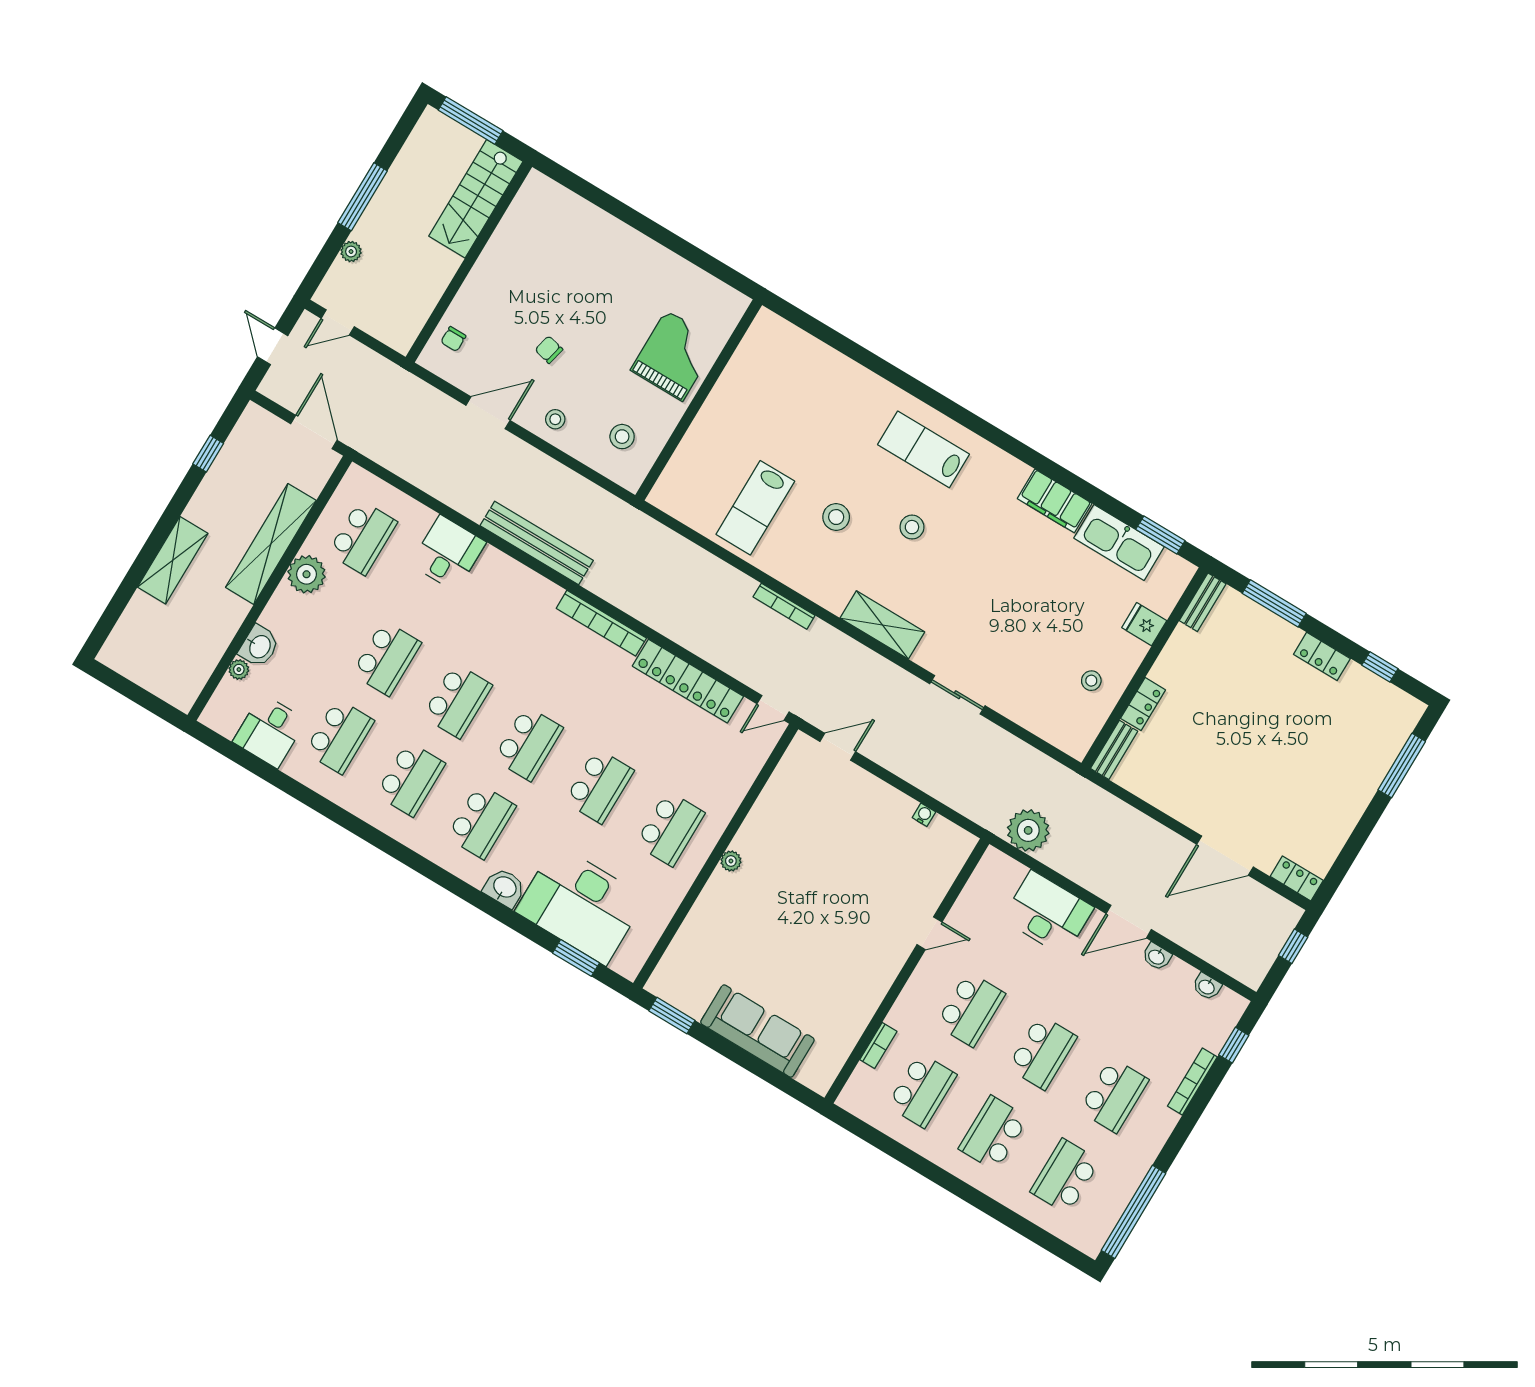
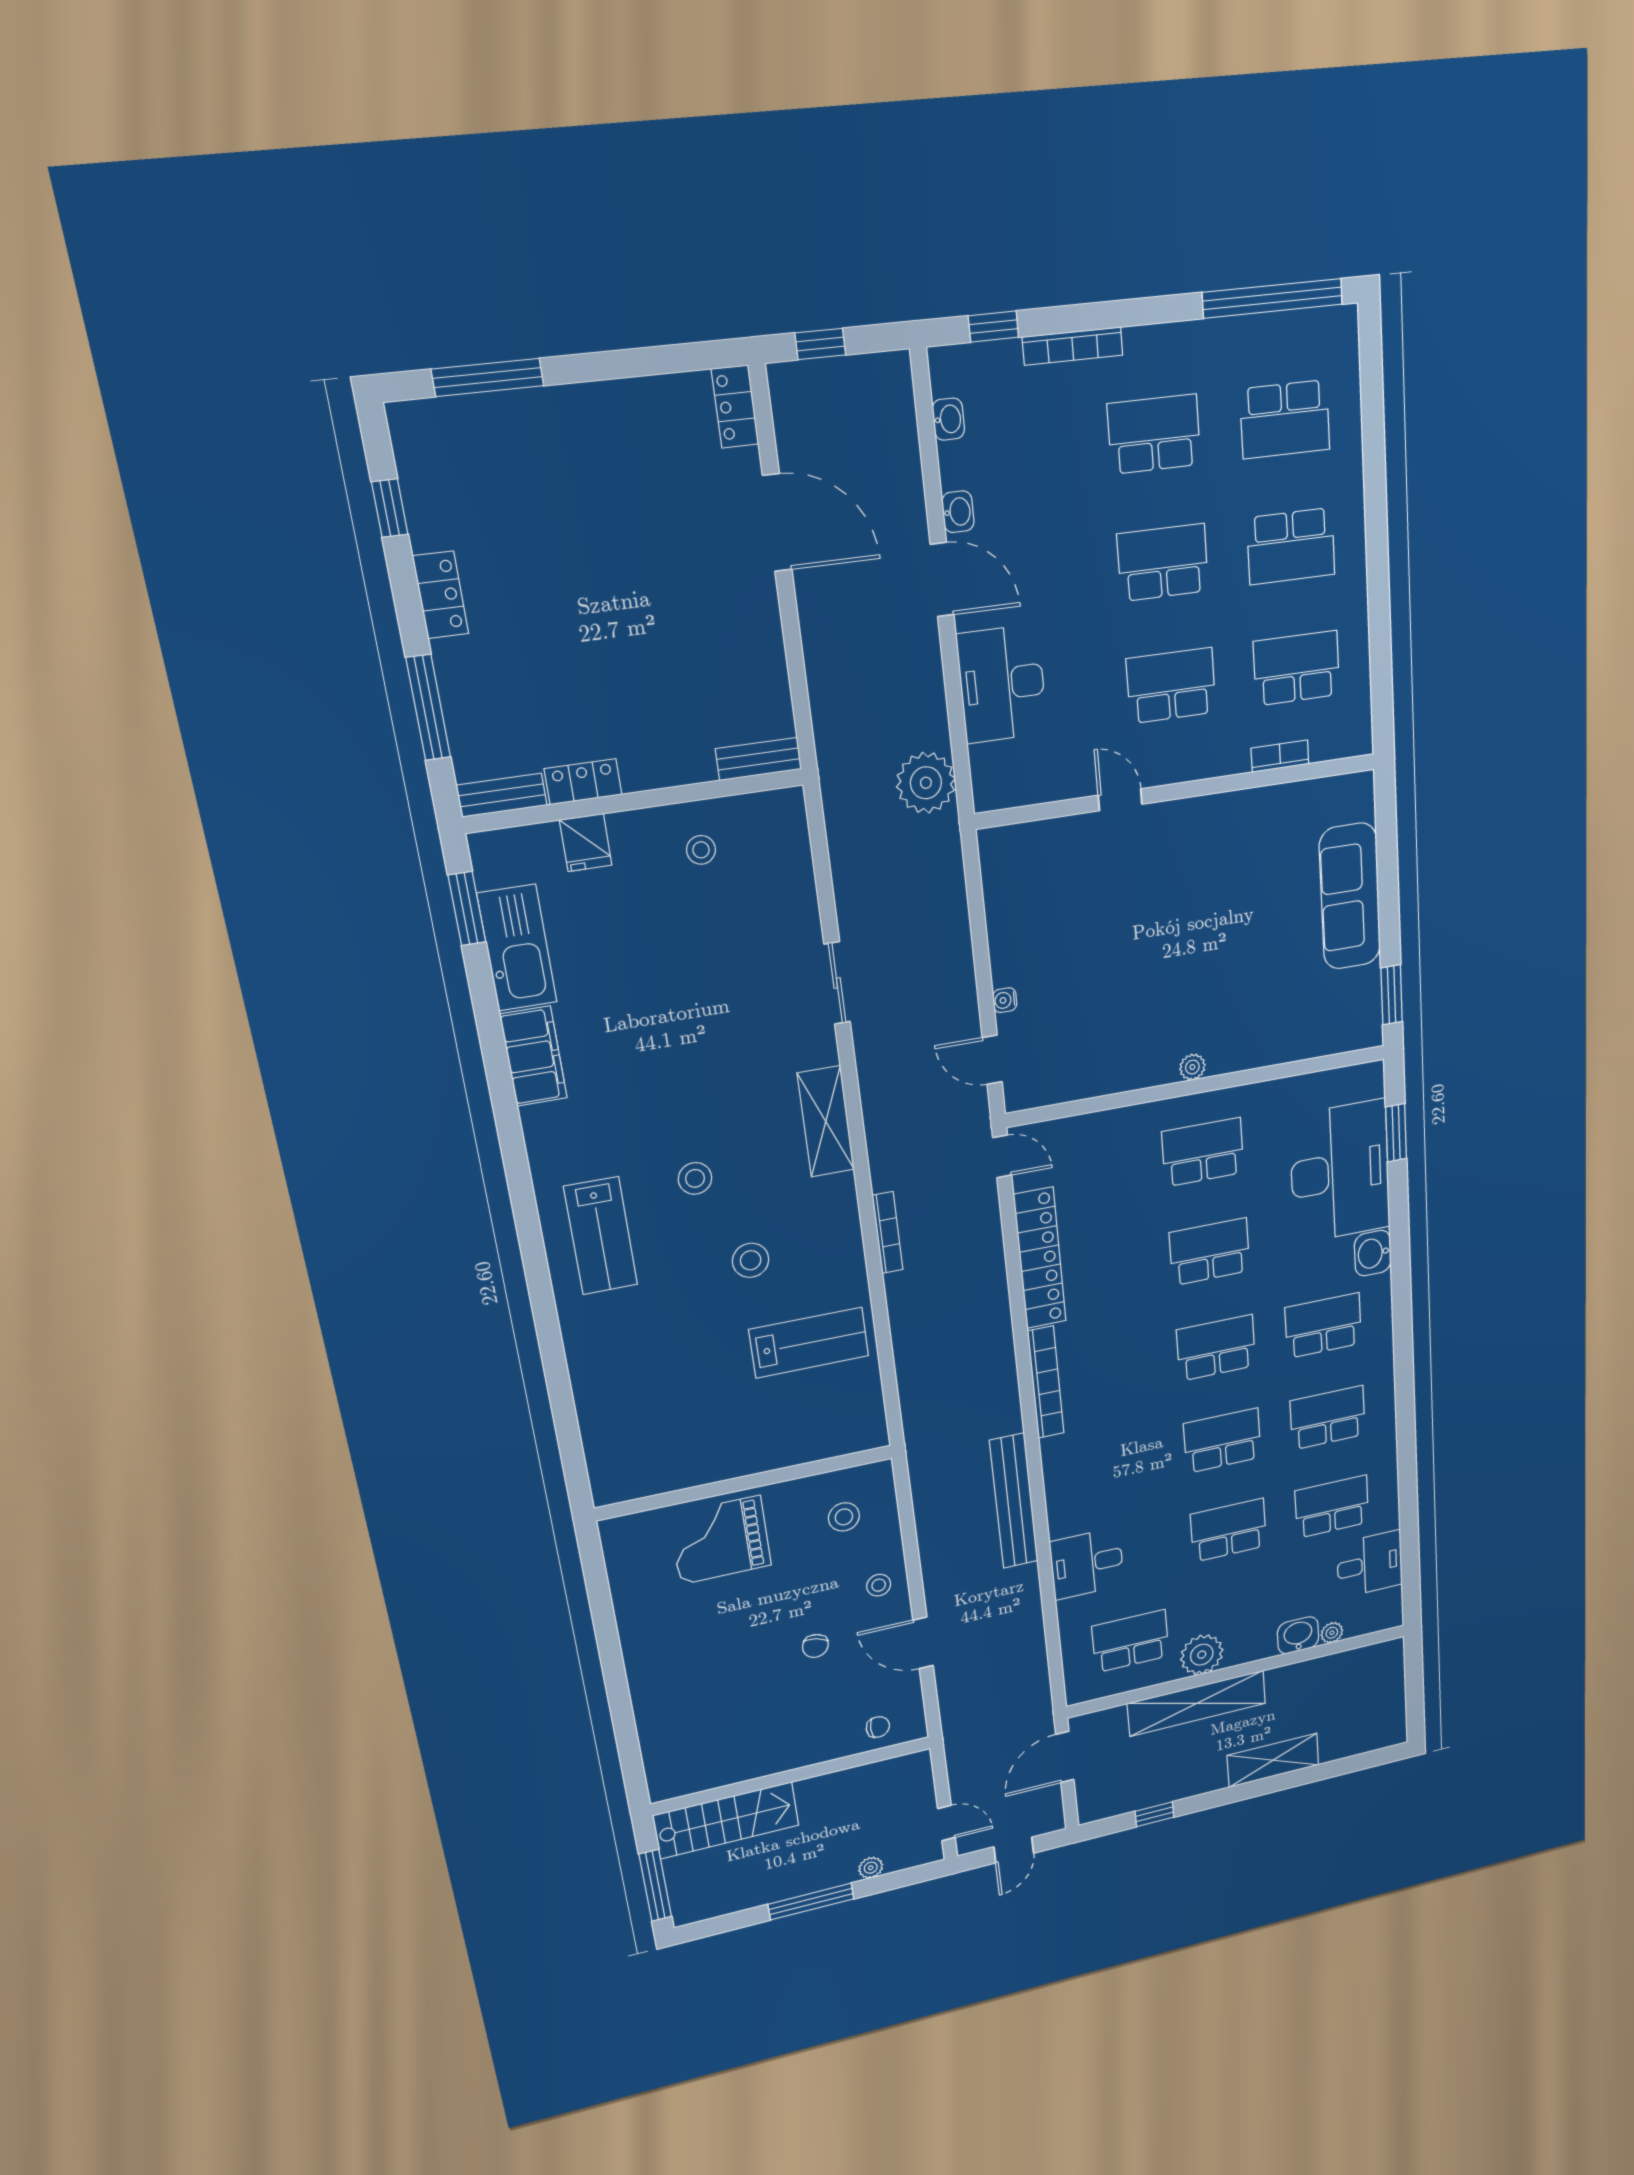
locker: (1143, 704) -> (583, 782), moved
water cooler: (924, 815) -> (1005, 1000), moved

